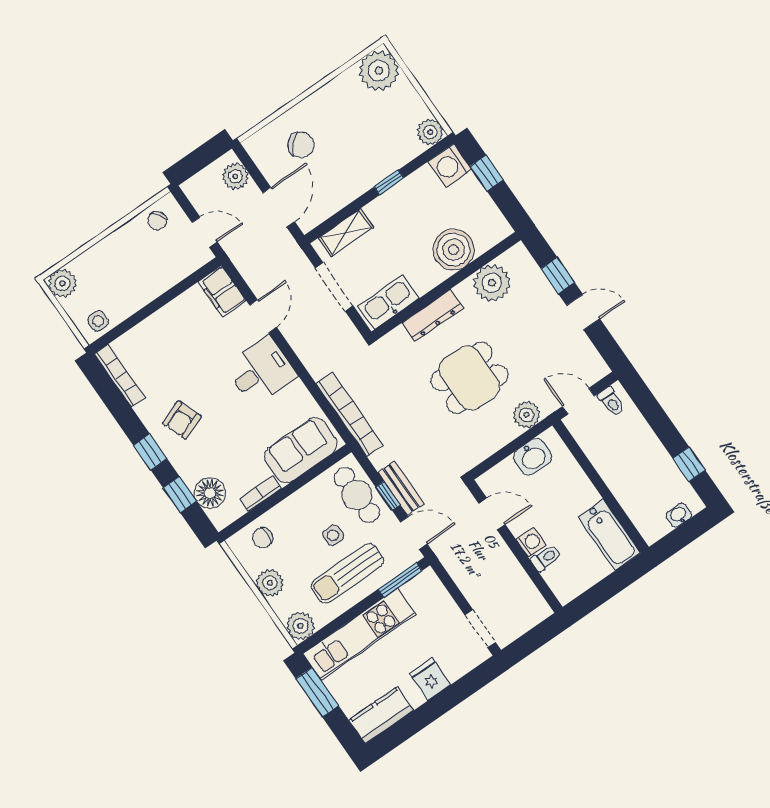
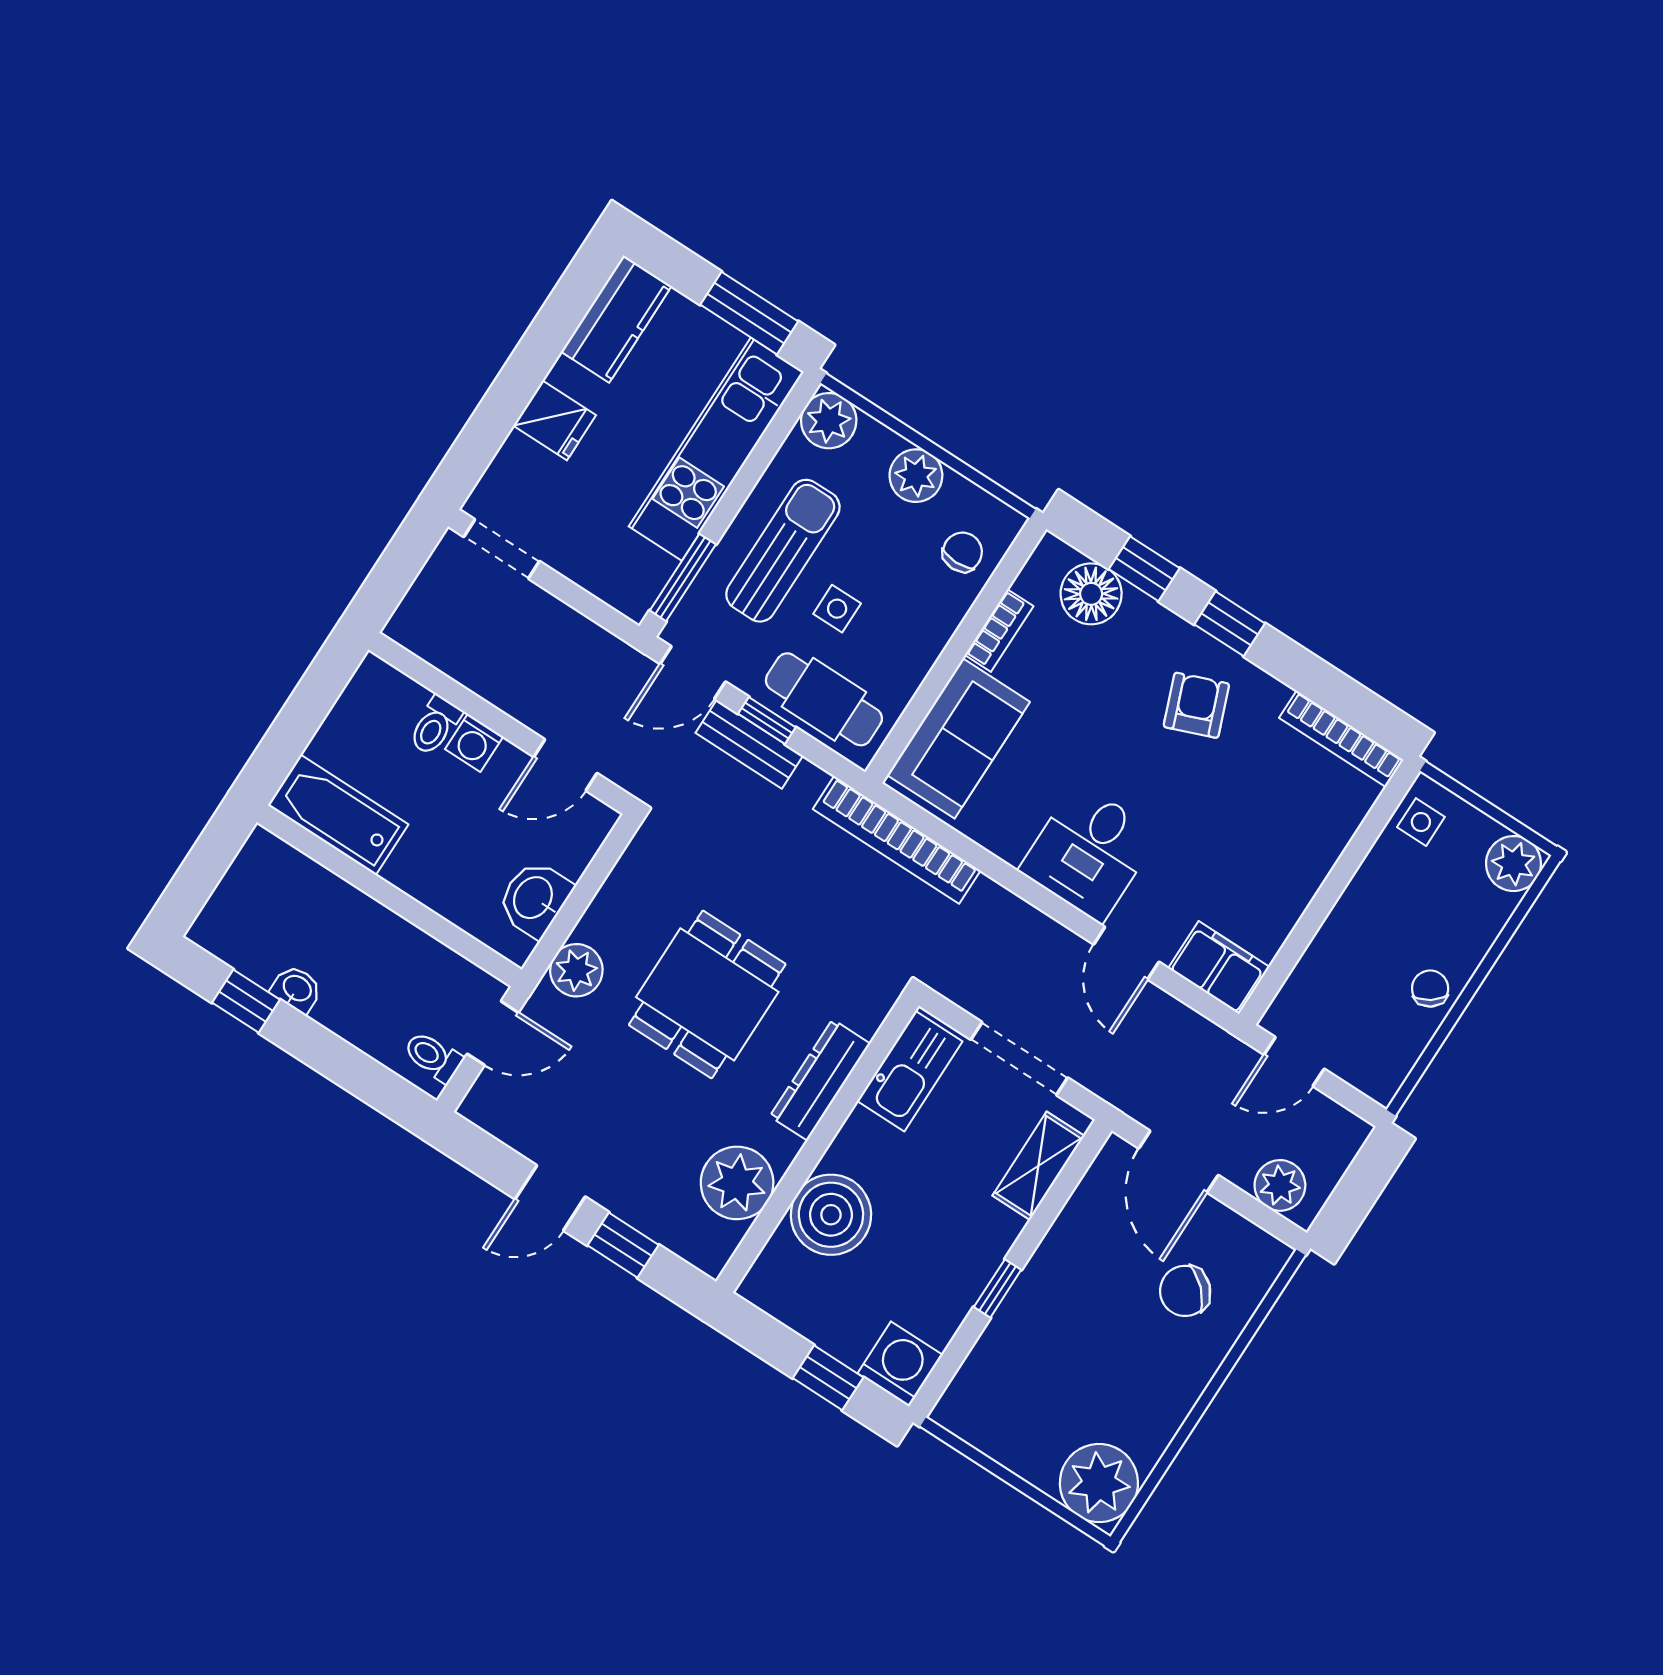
plant: (430, 132) -> (961, 1410), removed
chair: (157, 221) -> (1430, 989), moved
washbasin: (679, 515) -> (297, 989), moved, turned -90

